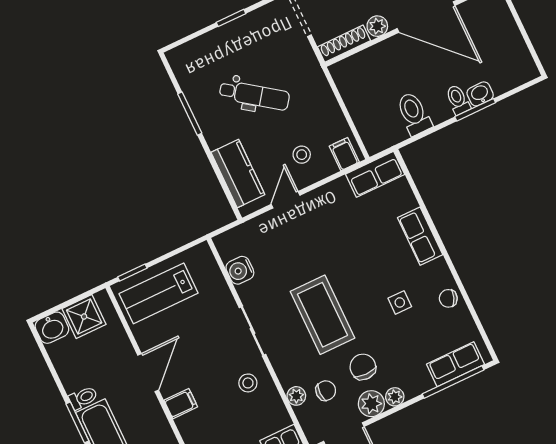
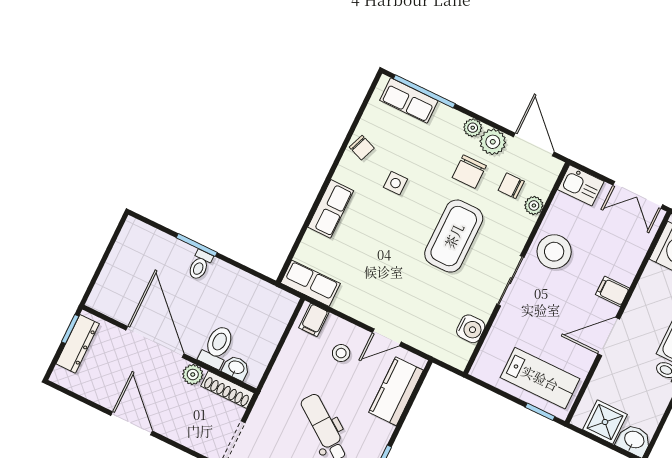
washbasin: (480, 94) -> (236, 368), moved, turned 180
toilet: (414, 114) -> (217, 347), moved, turned 180
stool: (248, 383) -> (554, 252), width x1.89, depth x1.89

